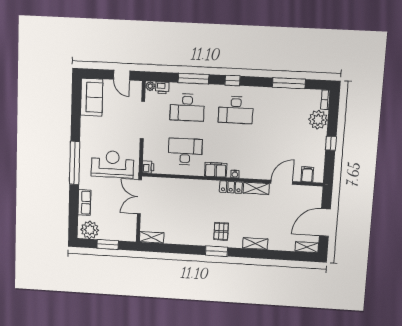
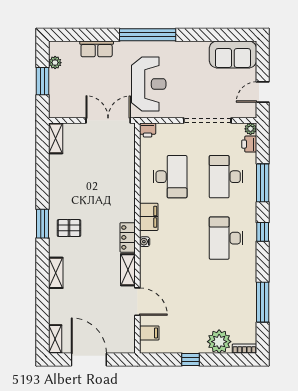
plant: (90, 230) -> (55, 63), width x0.53, depth x0.53

